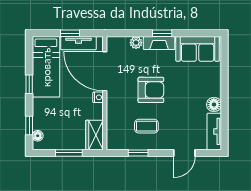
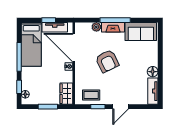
window: (162, 33) -> (115, 20), width x2.17
window: (29, 84) -> (19, 57), width x2.17
armchair: (151, 90) -> (107, 61), turned 64
coffee table: (146, 126) -> (91, 95), moved
door: (184, 153) -> (121, 107), moved

